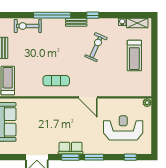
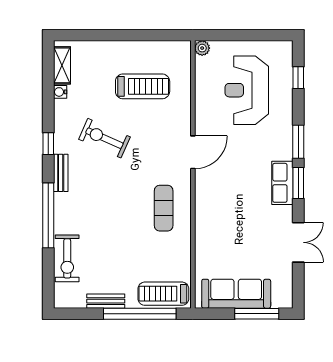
treadmill: (134, 56) -> (143, 86), moved

